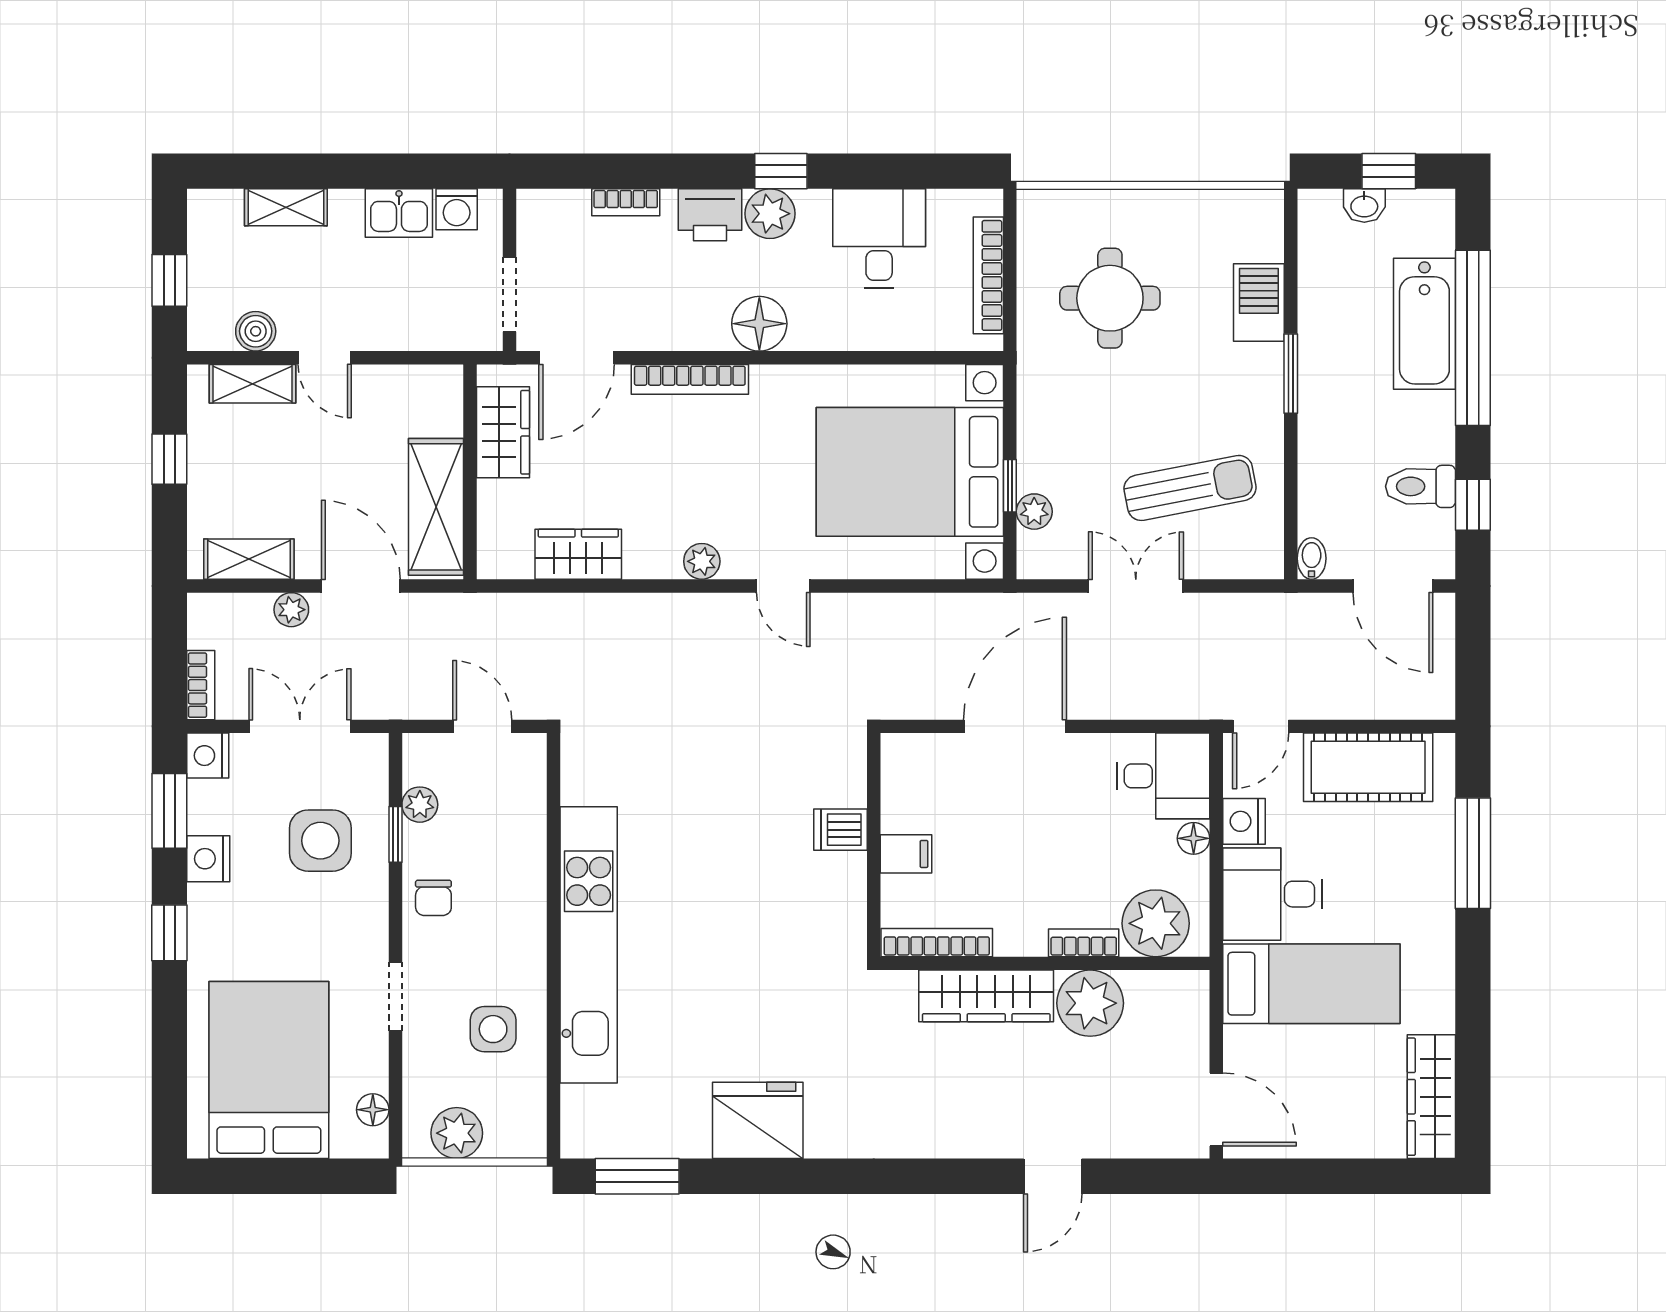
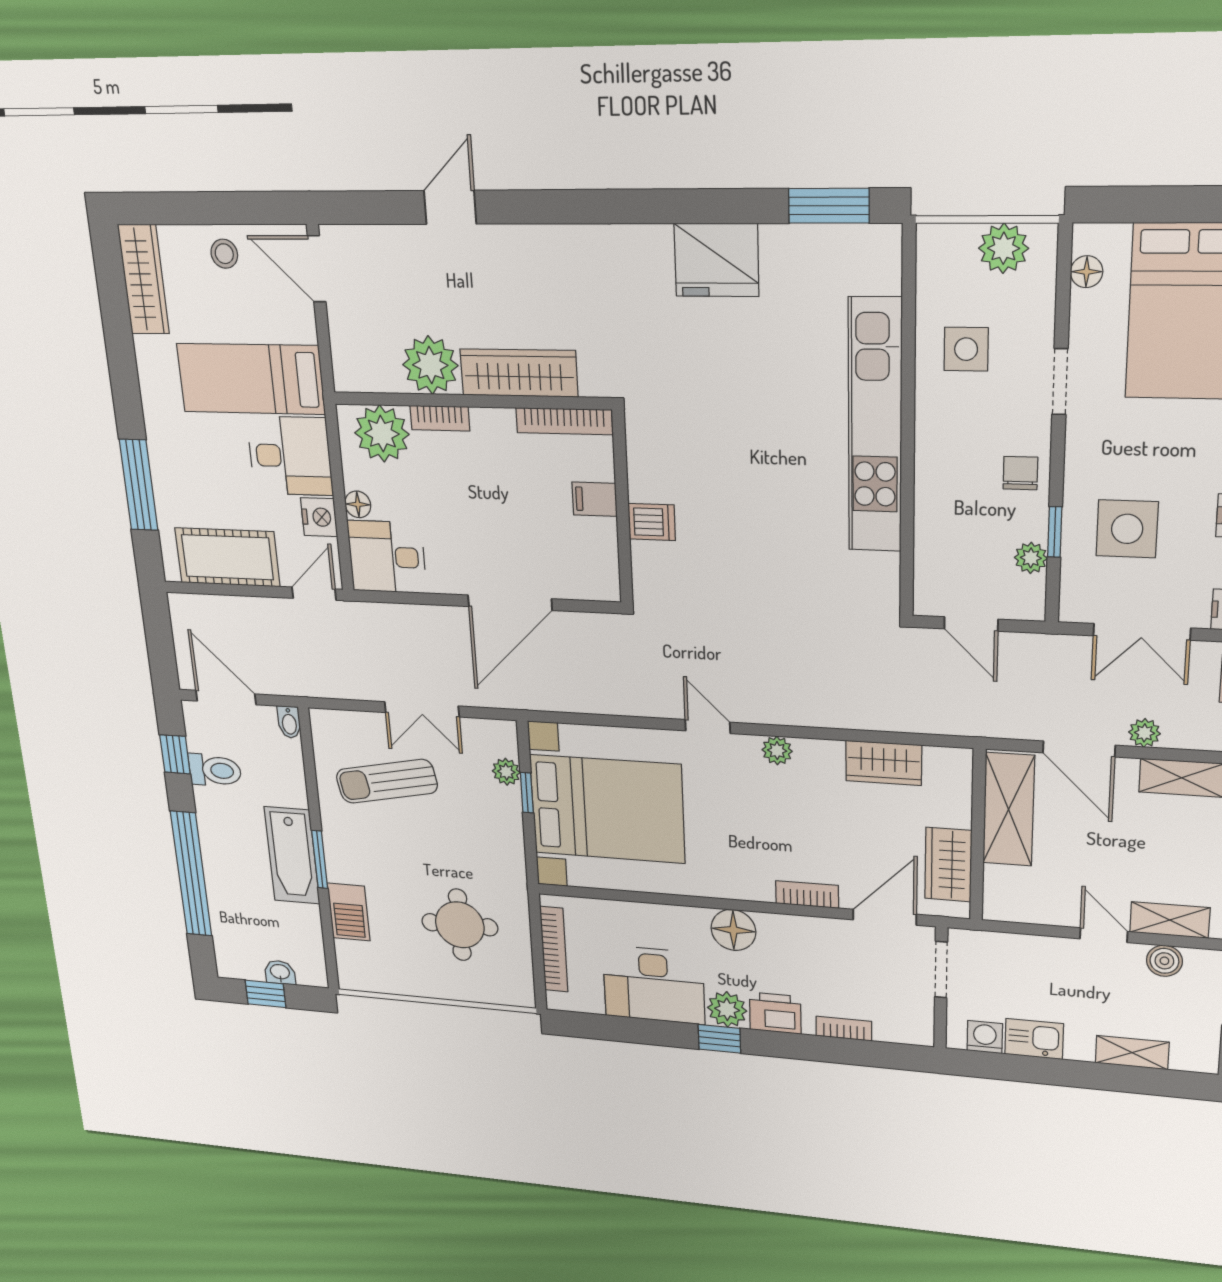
desk: (879, 239) -> (654, 985), width x1.37
bathtub: (1424, 324) -> (292, 856), moved, turned 180
bookcase: (690, 379) -> (807, 894), width x0.64
stool: (1327, 1126) -> (224, 254), added

